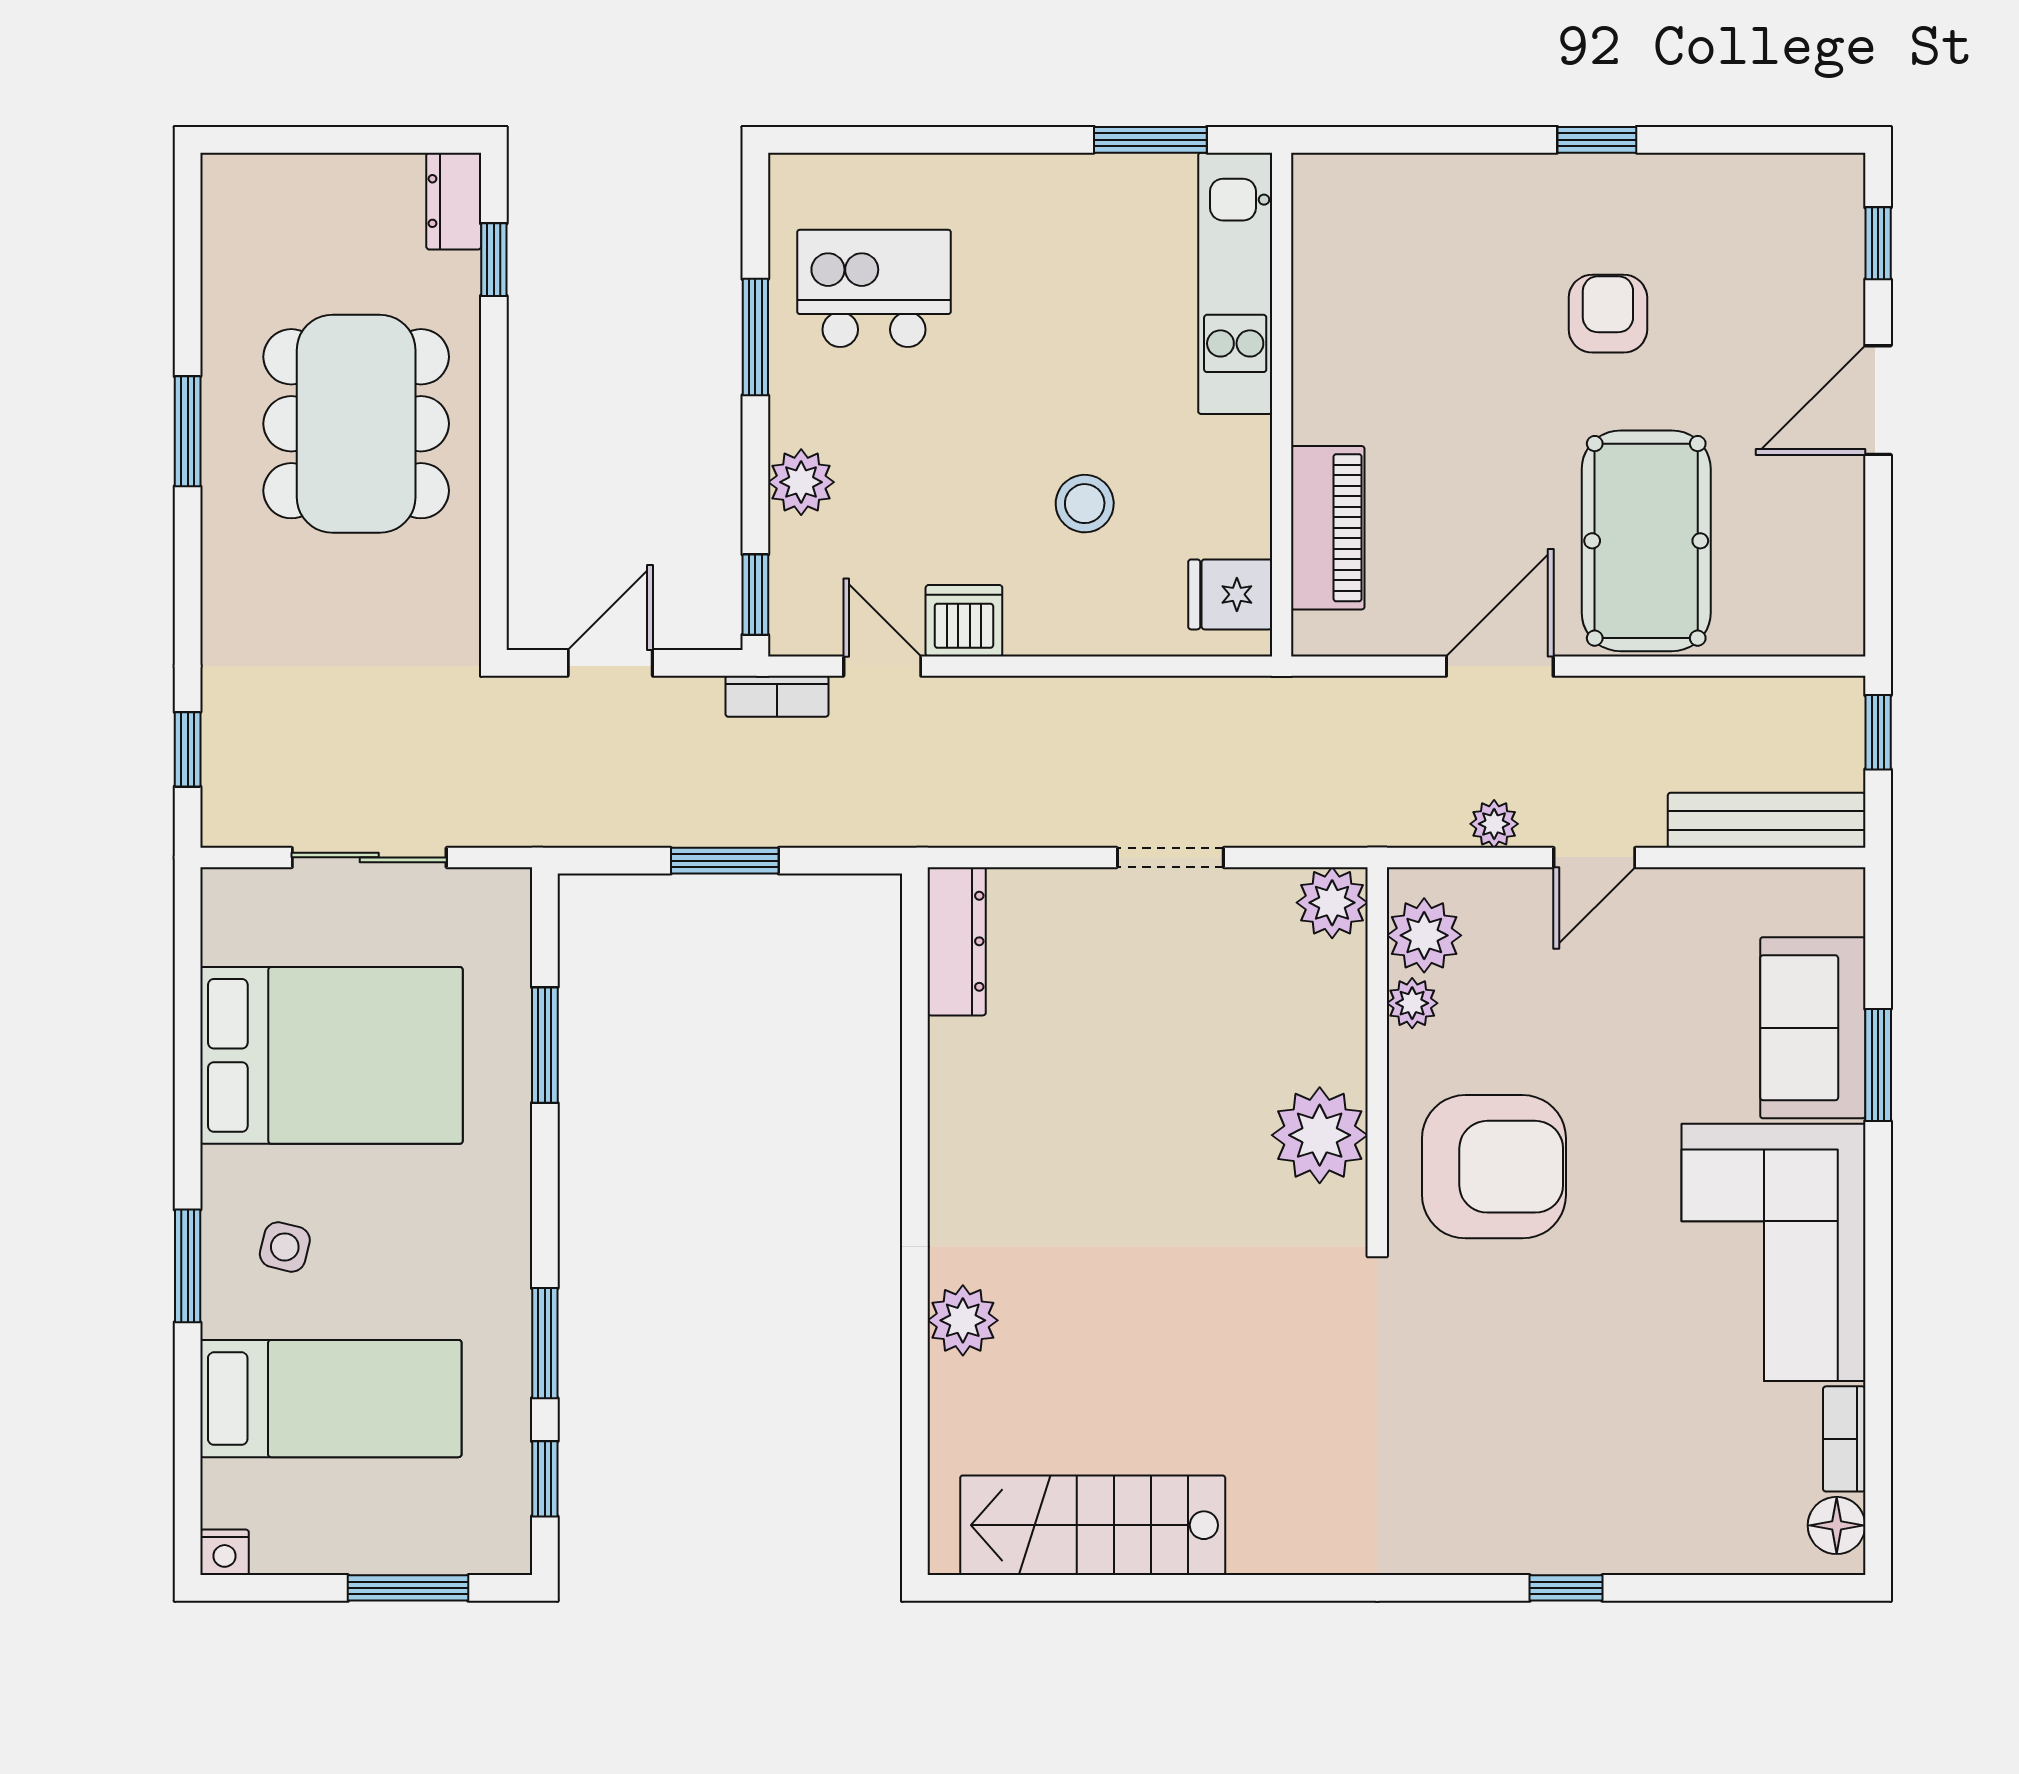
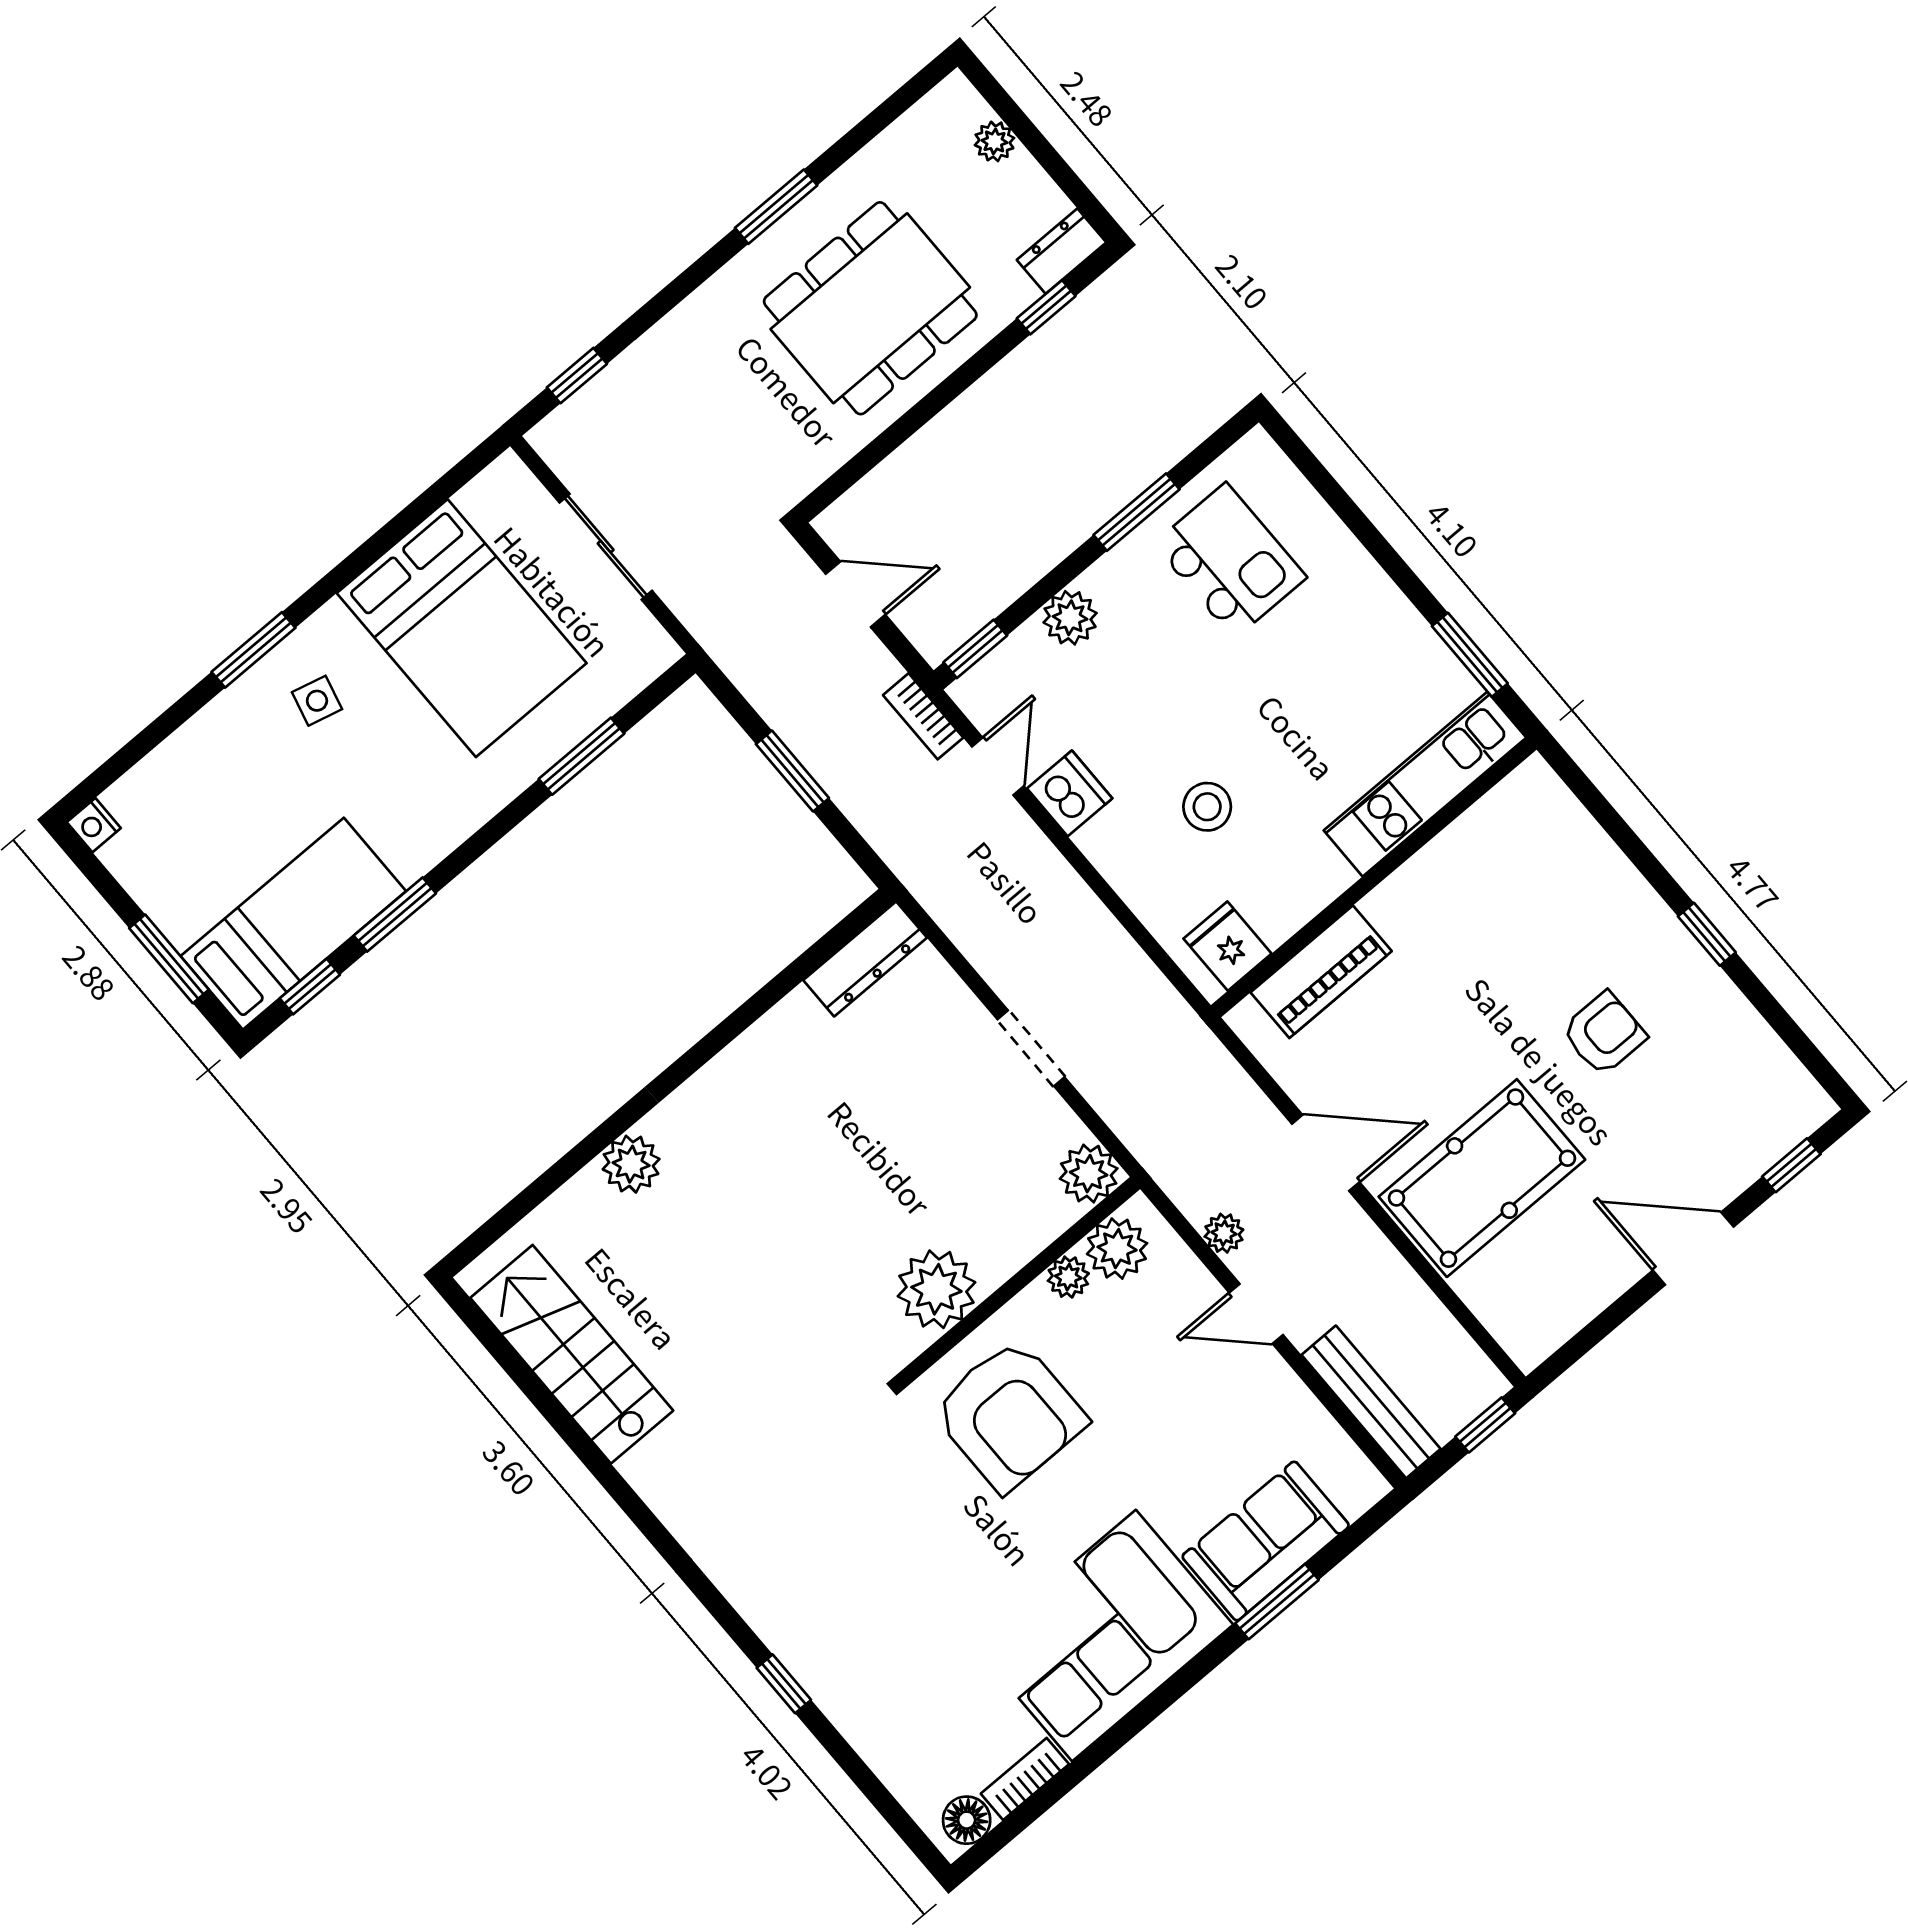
plant: (299, 177) -> (994, 141), added
bed: (331, 1399) -> (293, 924), moved, turned -90

